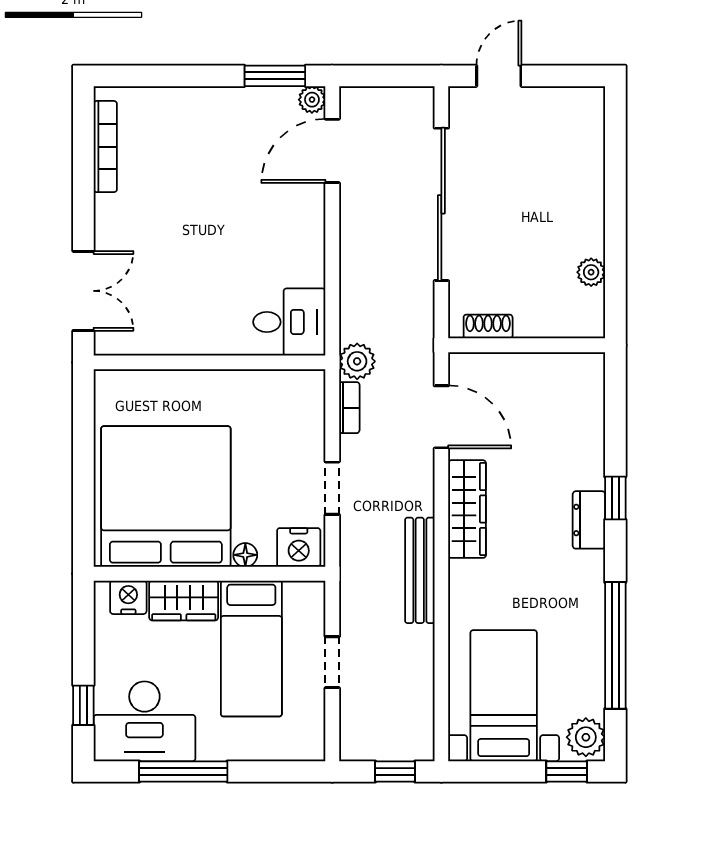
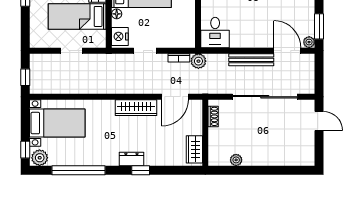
wardrobe: (566, 371) -> (194, 149), added
bench: (420, 570) -> (251, 60), moved

